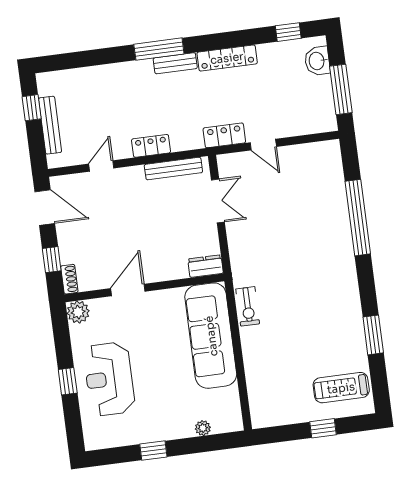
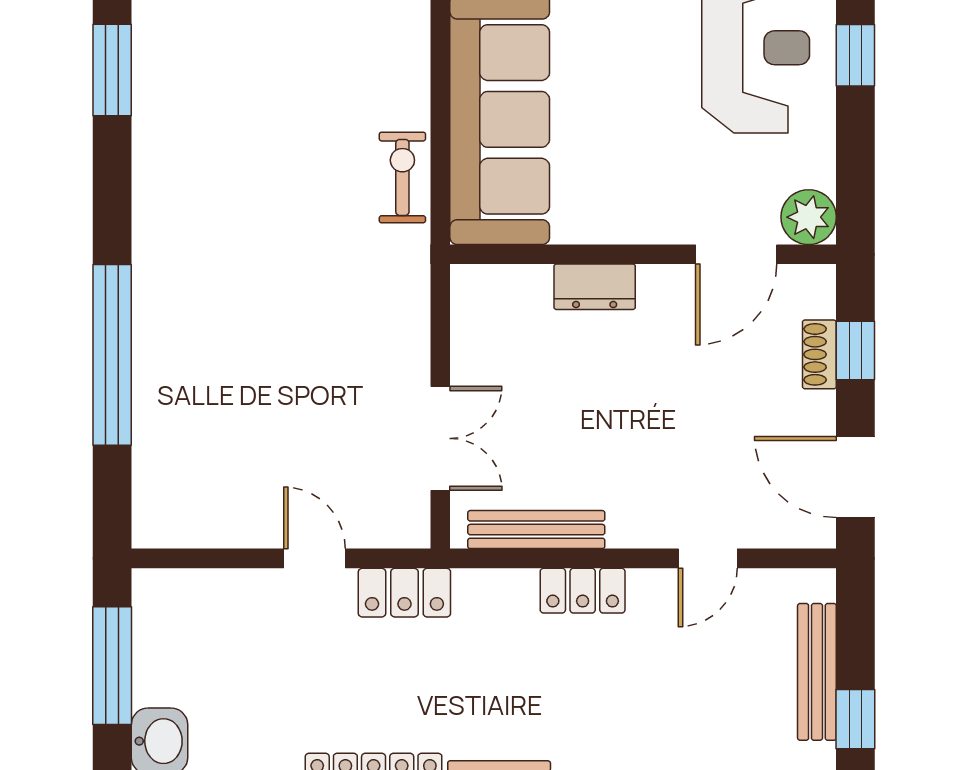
double door: (218, 201) -> (440, 438), swing flipped
dresser: (205, 266) -> (595, 287), moved
shoe rack: (69, 279) -> (819, 354), moved
door: (128, 290) -> (736, 254), moved

